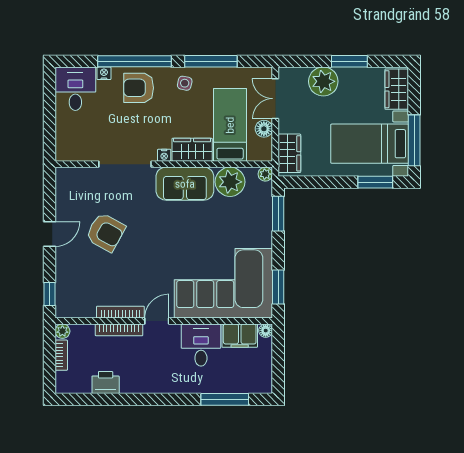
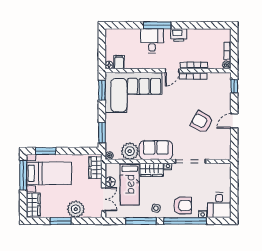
filing cabinet: (240, 336) -> (119, 62), width x0.50
desk: (201, 345) -> (152, 41), moved, turned 180
printer: (106, 383) -> (179, 35), moved
window: (225, 399) -> (157, 25), moved

